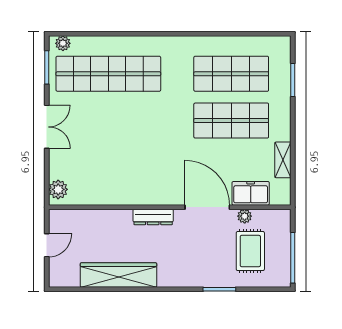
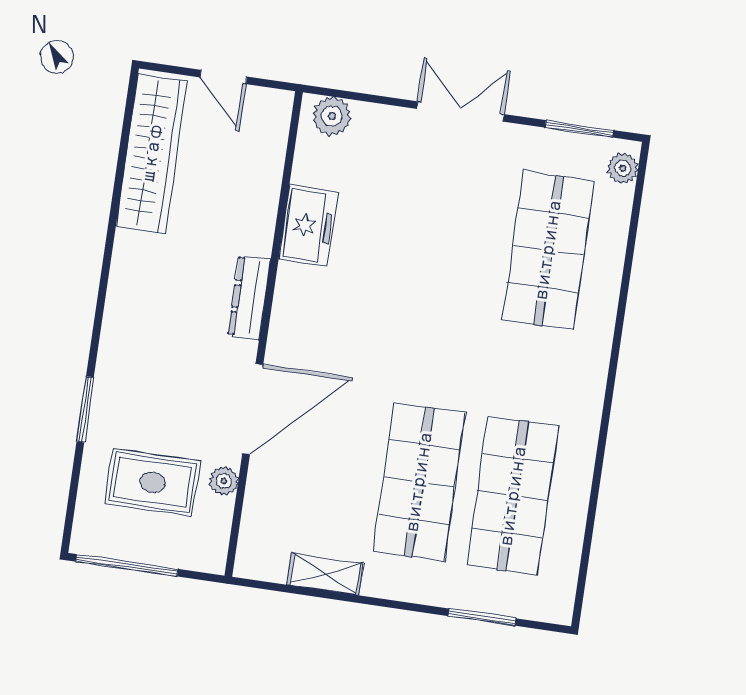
shop shelf: (108, 74) -> (548, 250), width x0.71
double door: (47, 127) -> (460, 111), swing flipped
freezer: (251, 193) -> (308, 226), moved
wardrobe: (118, 275) -> (152, 154), moved

